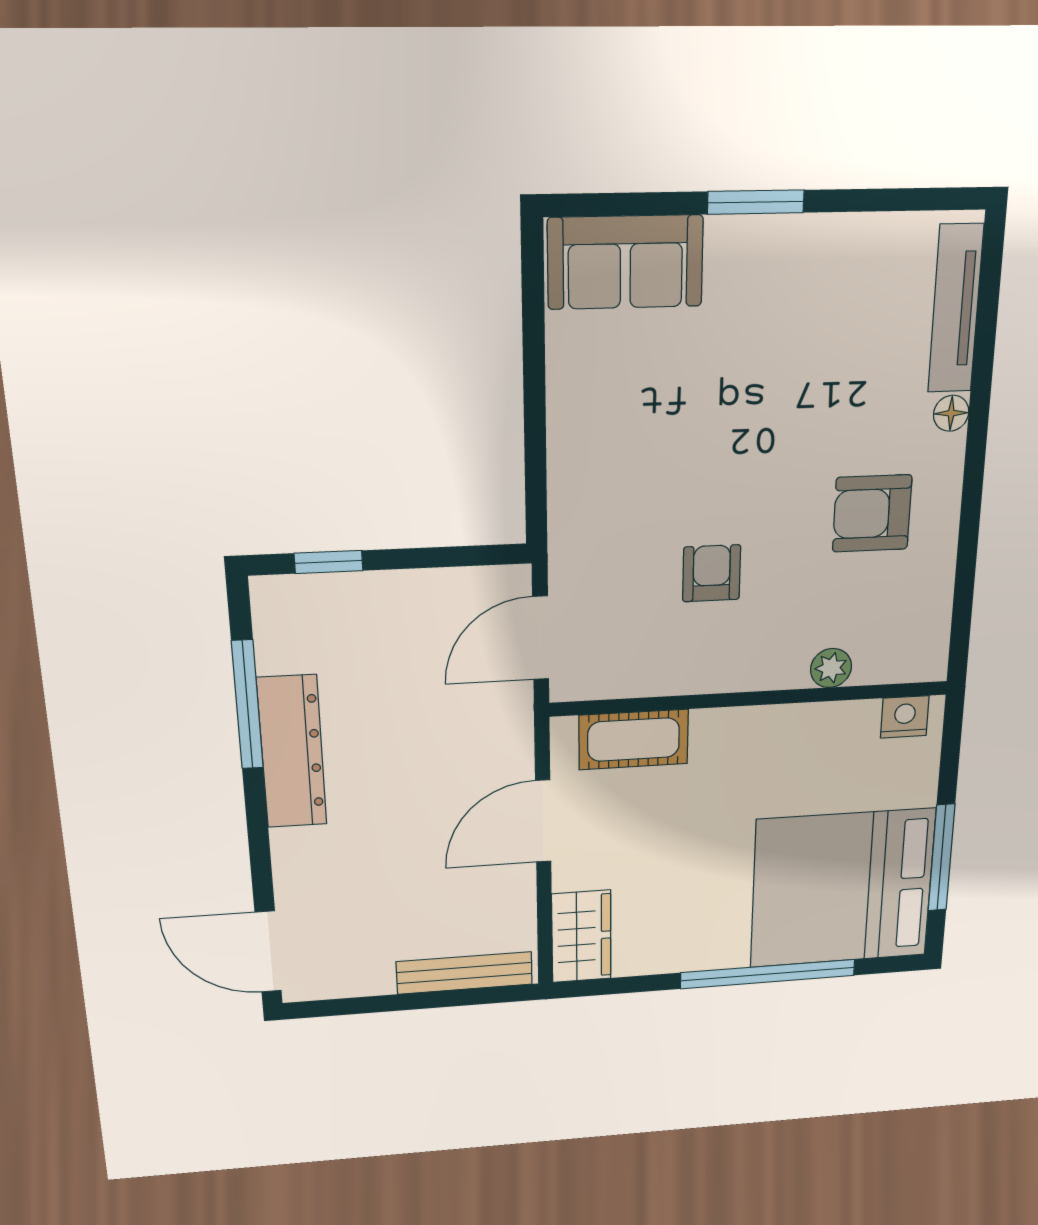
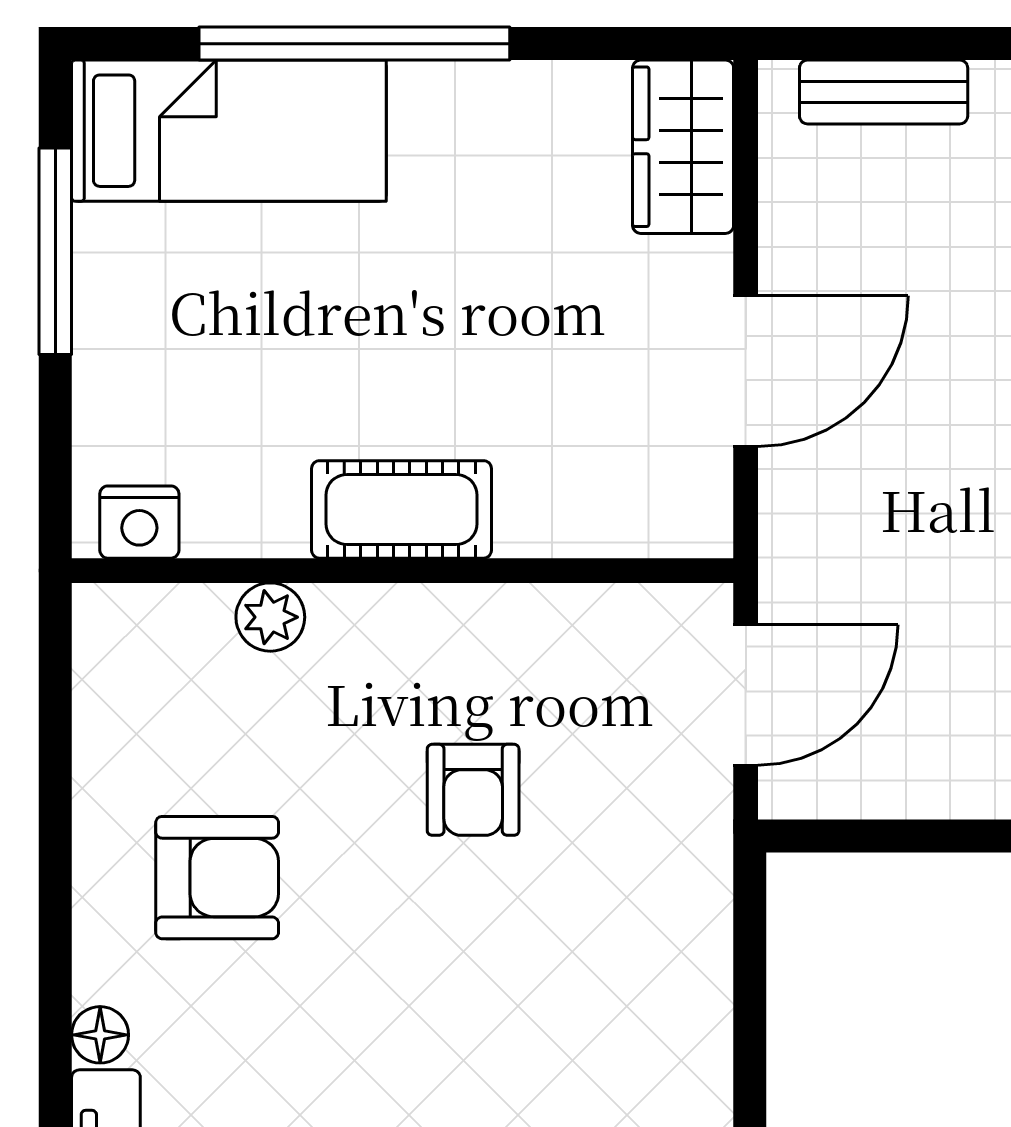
cot: (634, 740) -> (402, 509), moved
bed: (842, 888) -> (229, 131), width x0.49
bench: (464, 973) -> (884, 92), width x0.73

